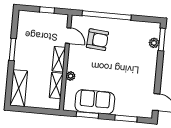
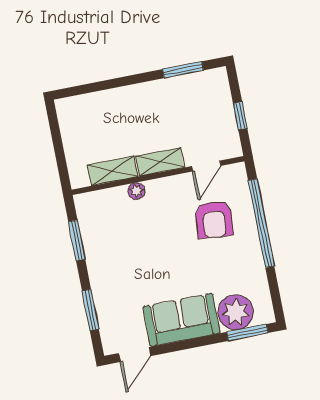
plant: (154, 43) -> (236, 312), width x1.87, depth x1.87
window: (12, 49) -> (183, 70), moved
shelving: (19, 88) -> (89, 106), removed
sofa: (95, 102) -> (181, 320), moved, turned -90

